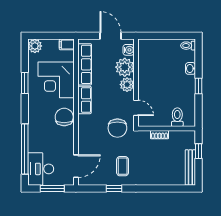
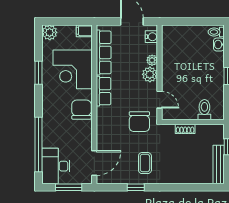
plant: (125, 67) -> (152, 60), width x0.53, depth x0.53
washbasin: (191, 68) -> (219, 45), moved

